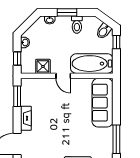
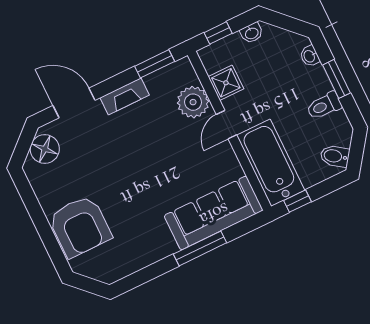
window: (116, 42) -> (297, 201), moved
plant: (45, 87) -> (193, 102), added
window: (116, 139) -> (200, 248), moved

